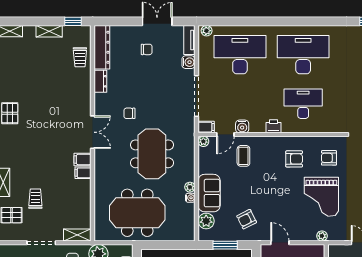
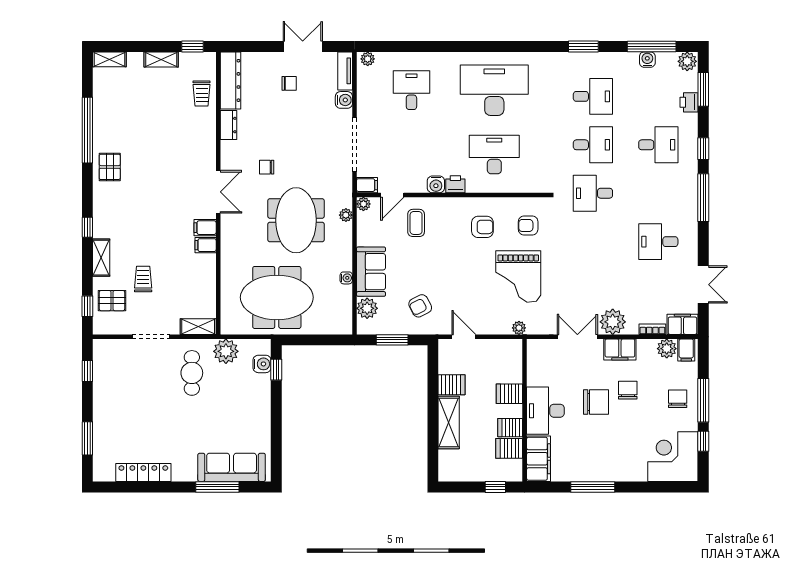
desk: (240, 55) -> (411, 90), width x0.53, depth x0.77
water cooler: (242, 126) -> (436, 184), moved
plant: (190, 187) -> (346, 215), moved

